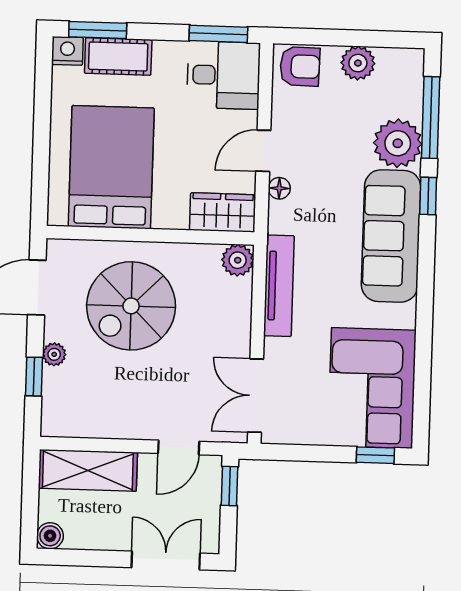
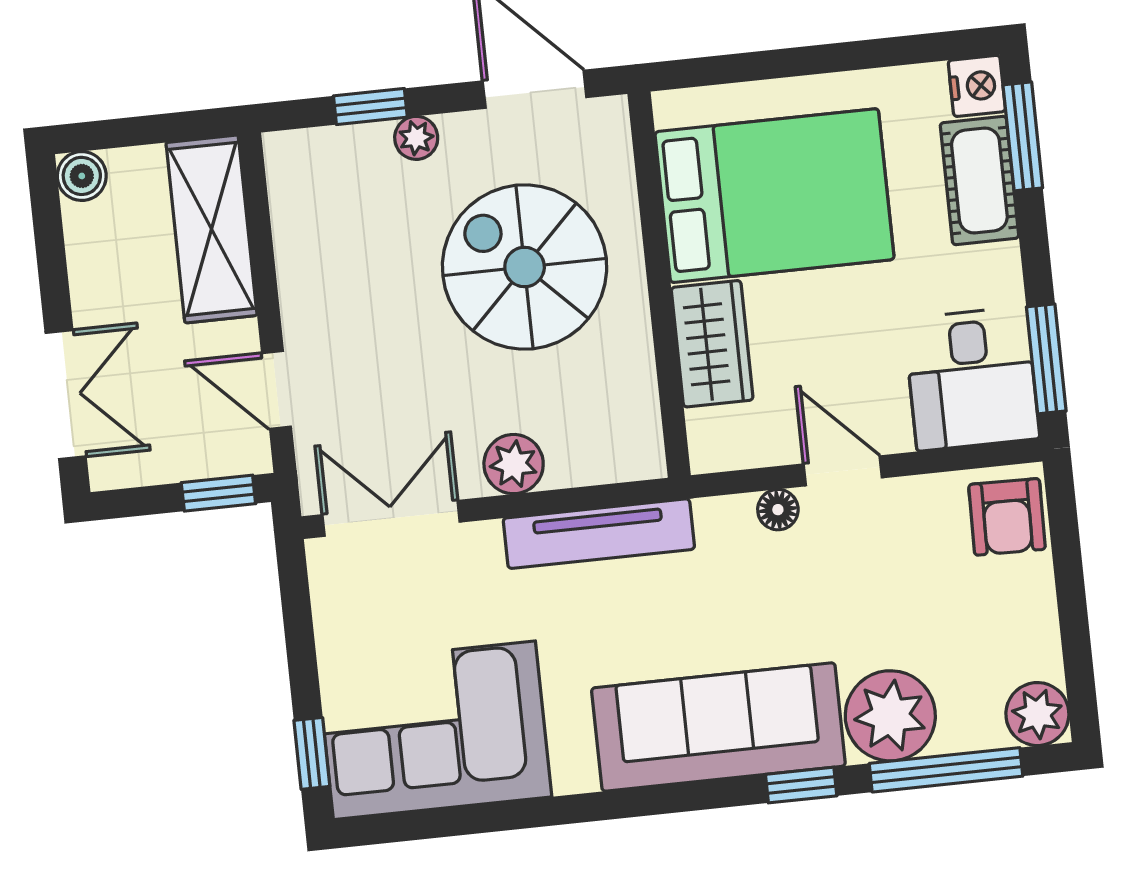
plant: (358, 63) -> (1037, 714), moved
wardrobe: (223, 212) -> (712, 344), moved
plant: (238, 260) -> (514, 464), moved

